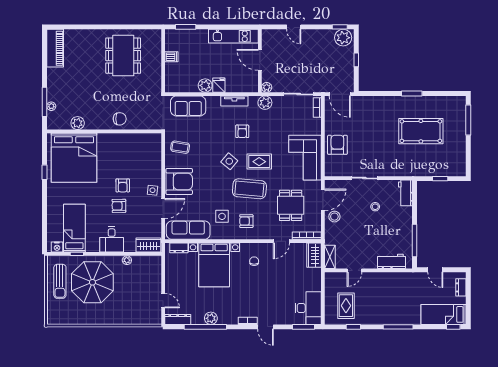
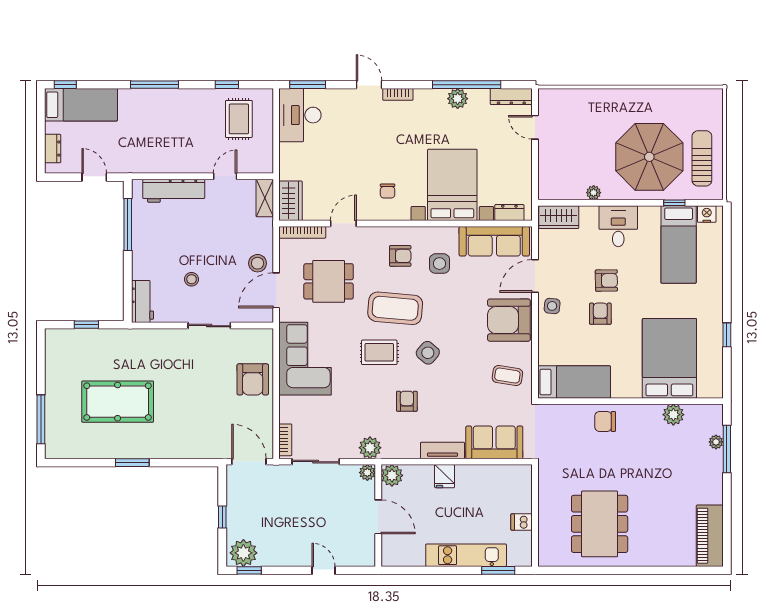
kitchen unit: (233, 36) -> (466, 555), moved
plant: (205, 85) -> (392, 475), moved
tv unit: (234, 101) -> (442, 450), moved
bed: (139, 143) -> (574, 382), added
bed: (74, 158) -> (669, 358), width x0.73
dining table: (291, 205) -> (329, 281), turned 90
workbench: (391, 261) -> (174, 191), width x1.38

